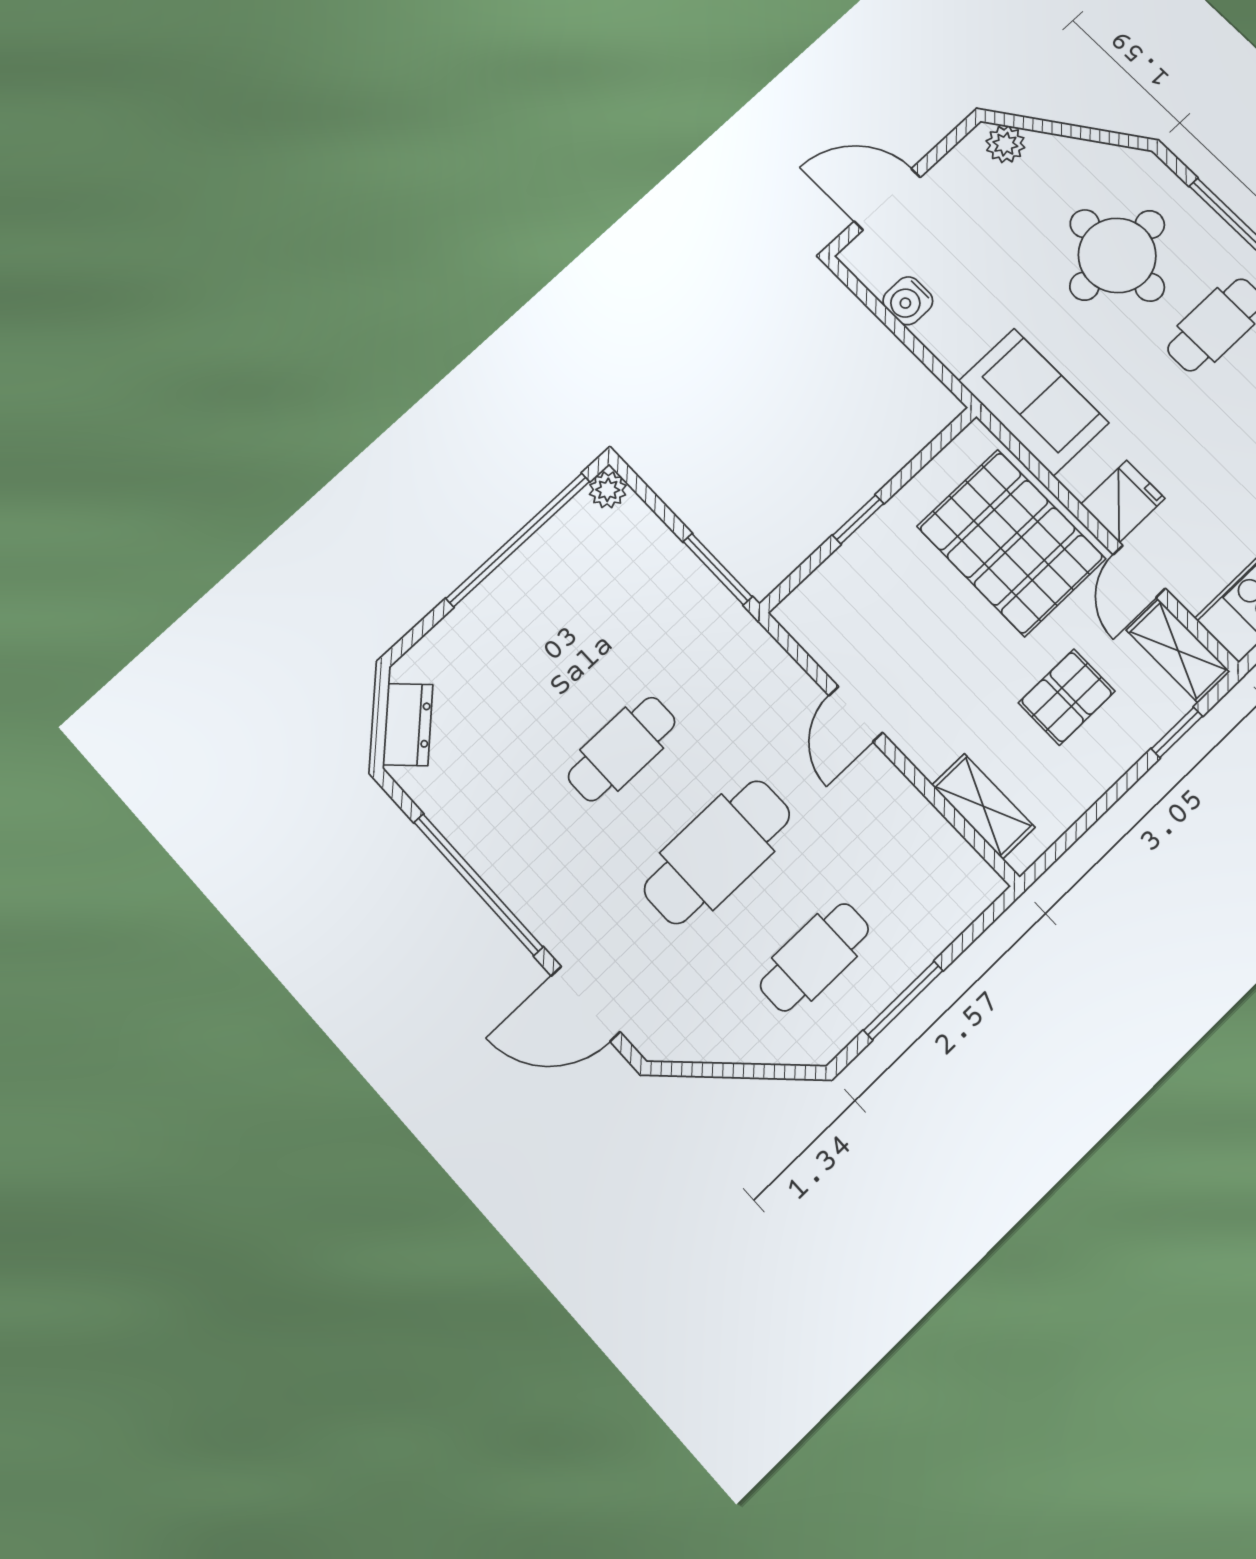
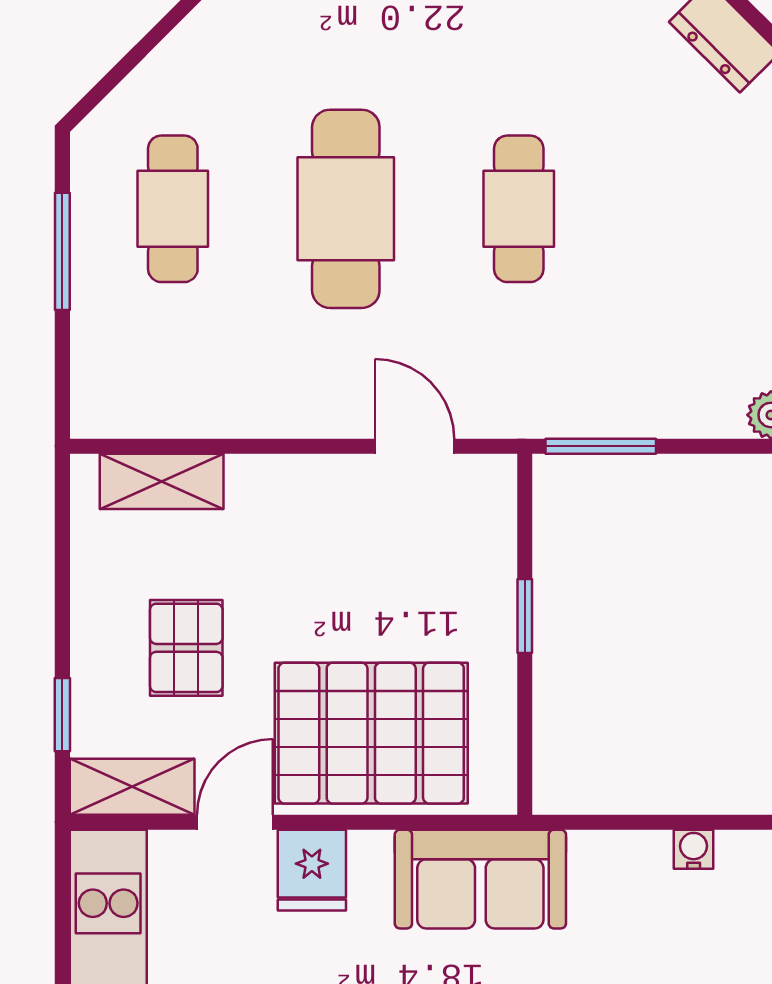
water cooler: (908, 301) -> (694, 849), width x0.72, depth x0.72
door: (1139, 571) -> (235, 822), hinge flipped
door: (856, 714) -> (415, 446), moved

